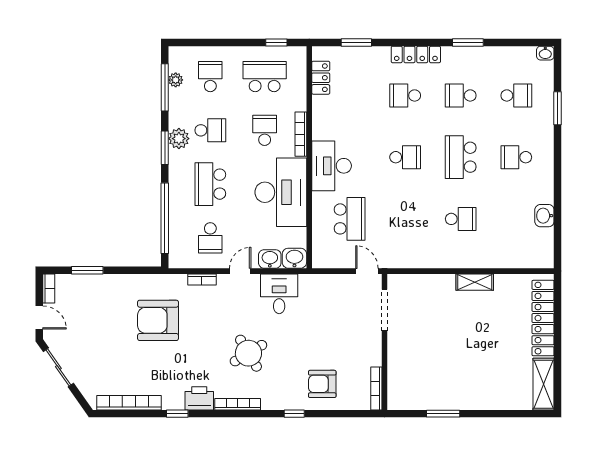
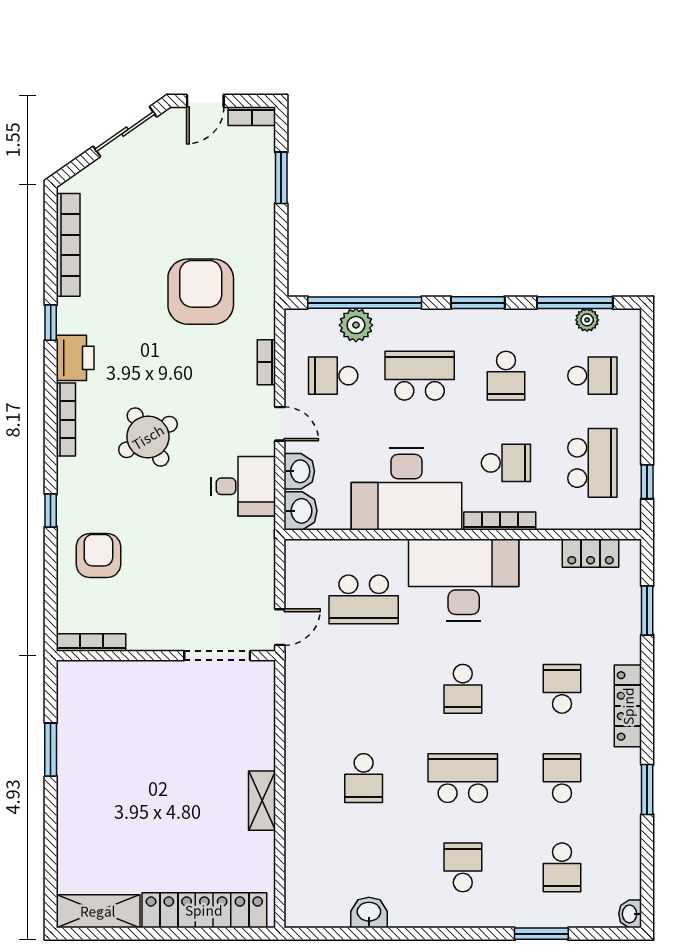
plant: (179, 139) -> (356, 325), moved
desk: (332, 166) -> (464, 580), width x1.36, depth x1.30

